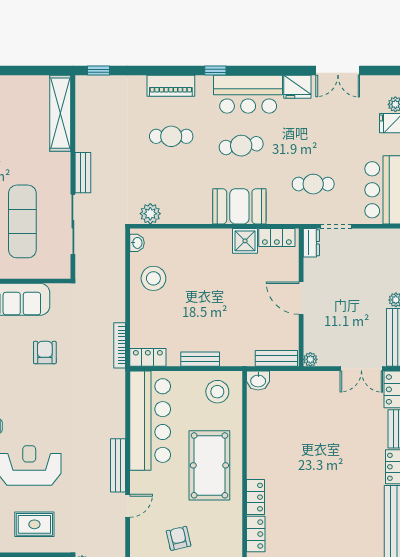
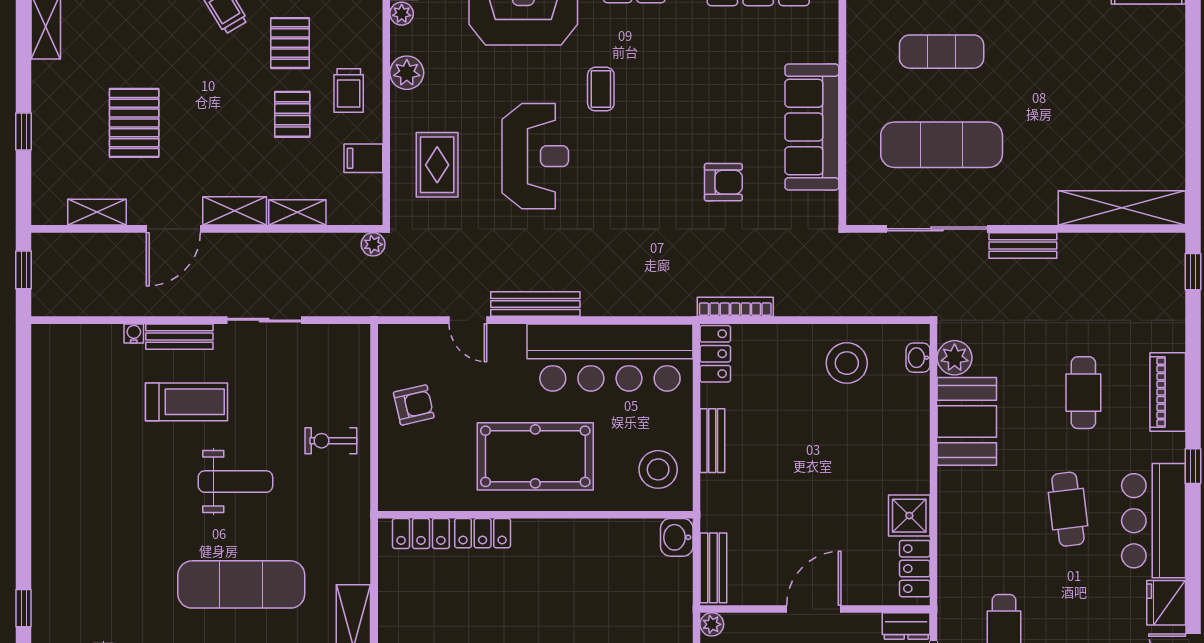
booth: (239, 206) -> (967, 421), moved
washbasin: (137, 243) -> (918, 358), moved, turned 90

